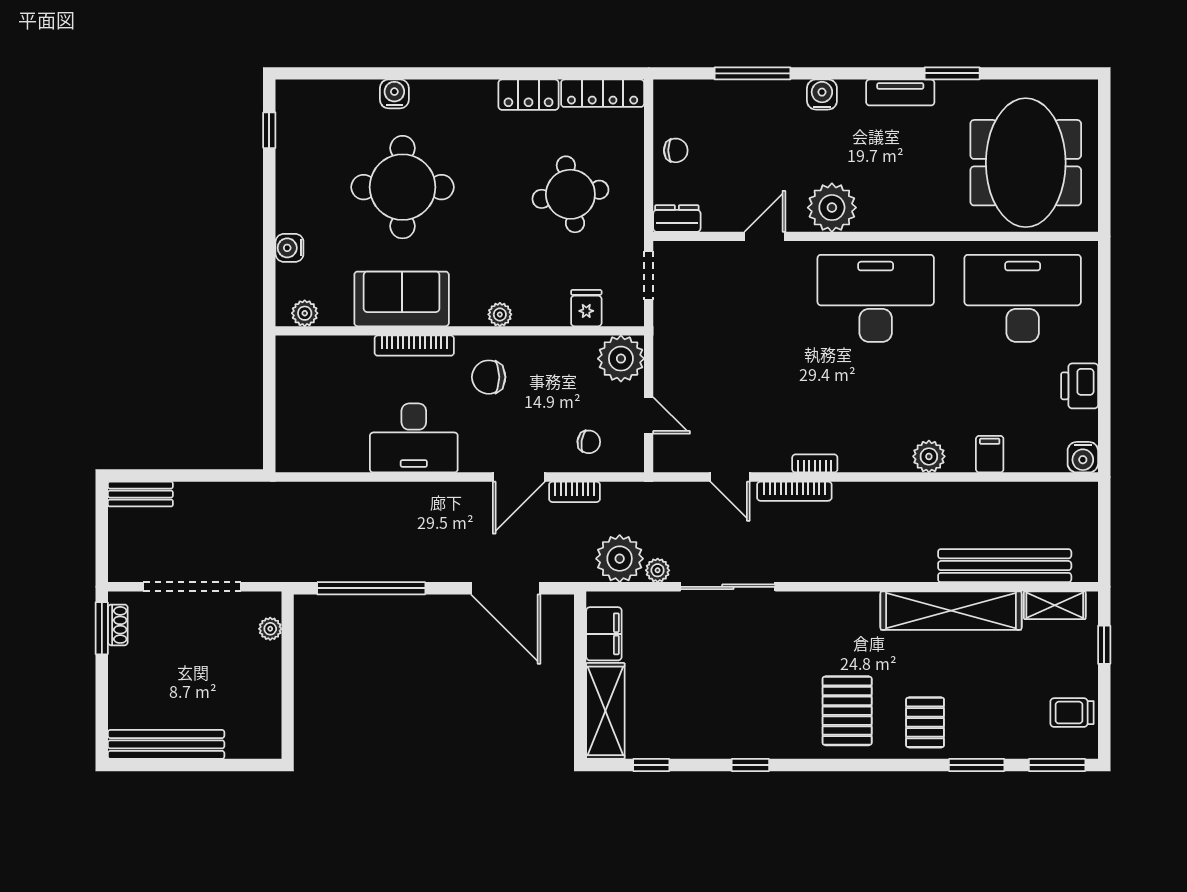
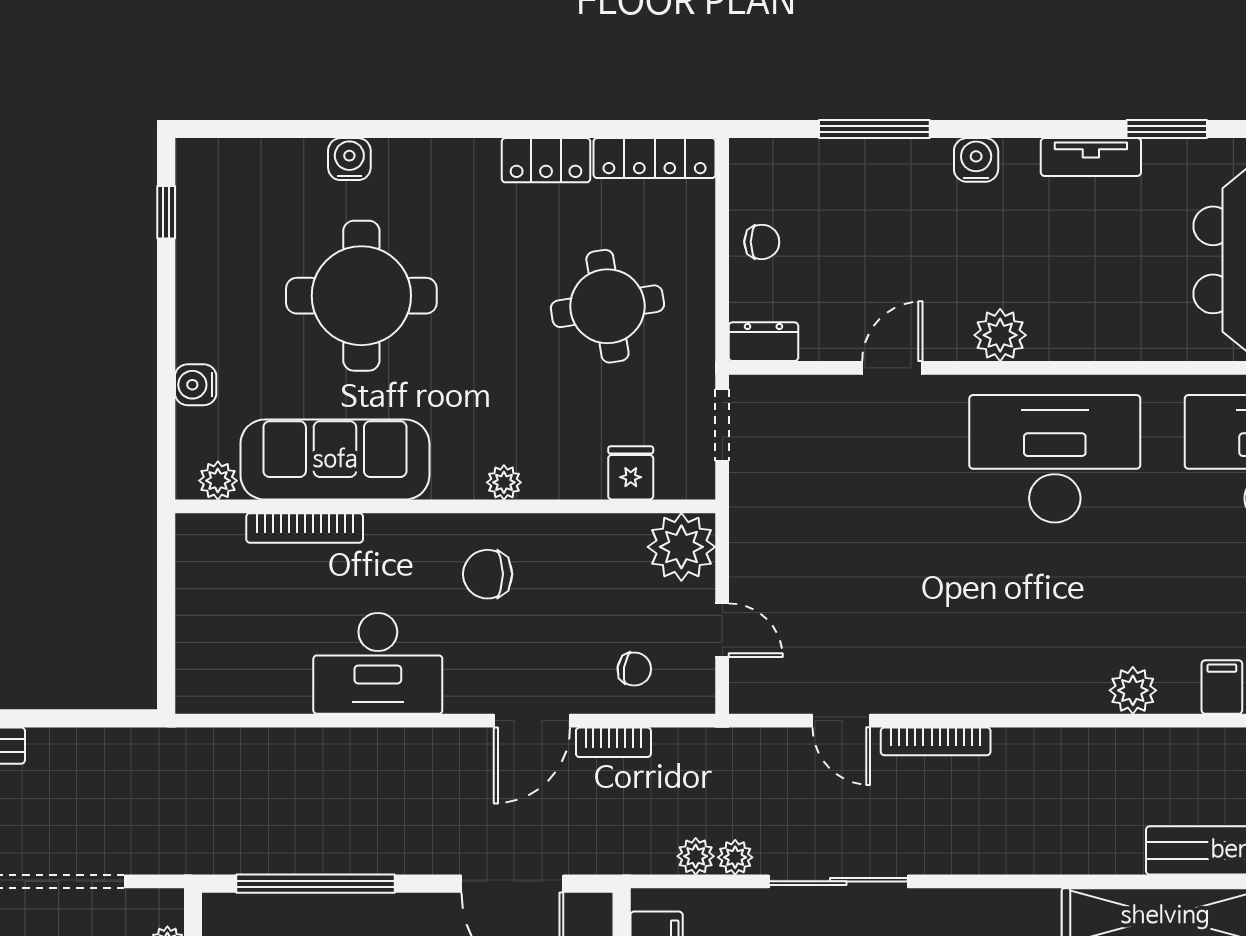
plant: (832, 208) -> (1000, 335), width x0.73, depth x0.73
sofa: (402, 299) -> (335, 460), width x1.36
bookcase: (414, 346) -> (305, 528), moved
bookcase: (815, 463) -> (966, 701), removed
plant: (620, 559) -> (696, 856), width x0.53, depth x0.53

